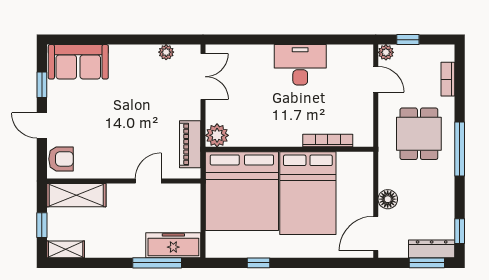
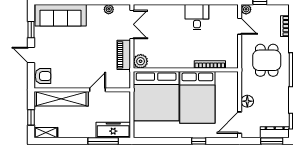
sofa: (78, 62) -> (61, 15), width x1.36
desk: (300, 65) -> (197, 17), width x0.73
piano: (190, 144) -> (124, 55), moved
shelving: (76, 195) -> (61, 99), width x1.47
window: (259, 263) -> (199, 141), moved

